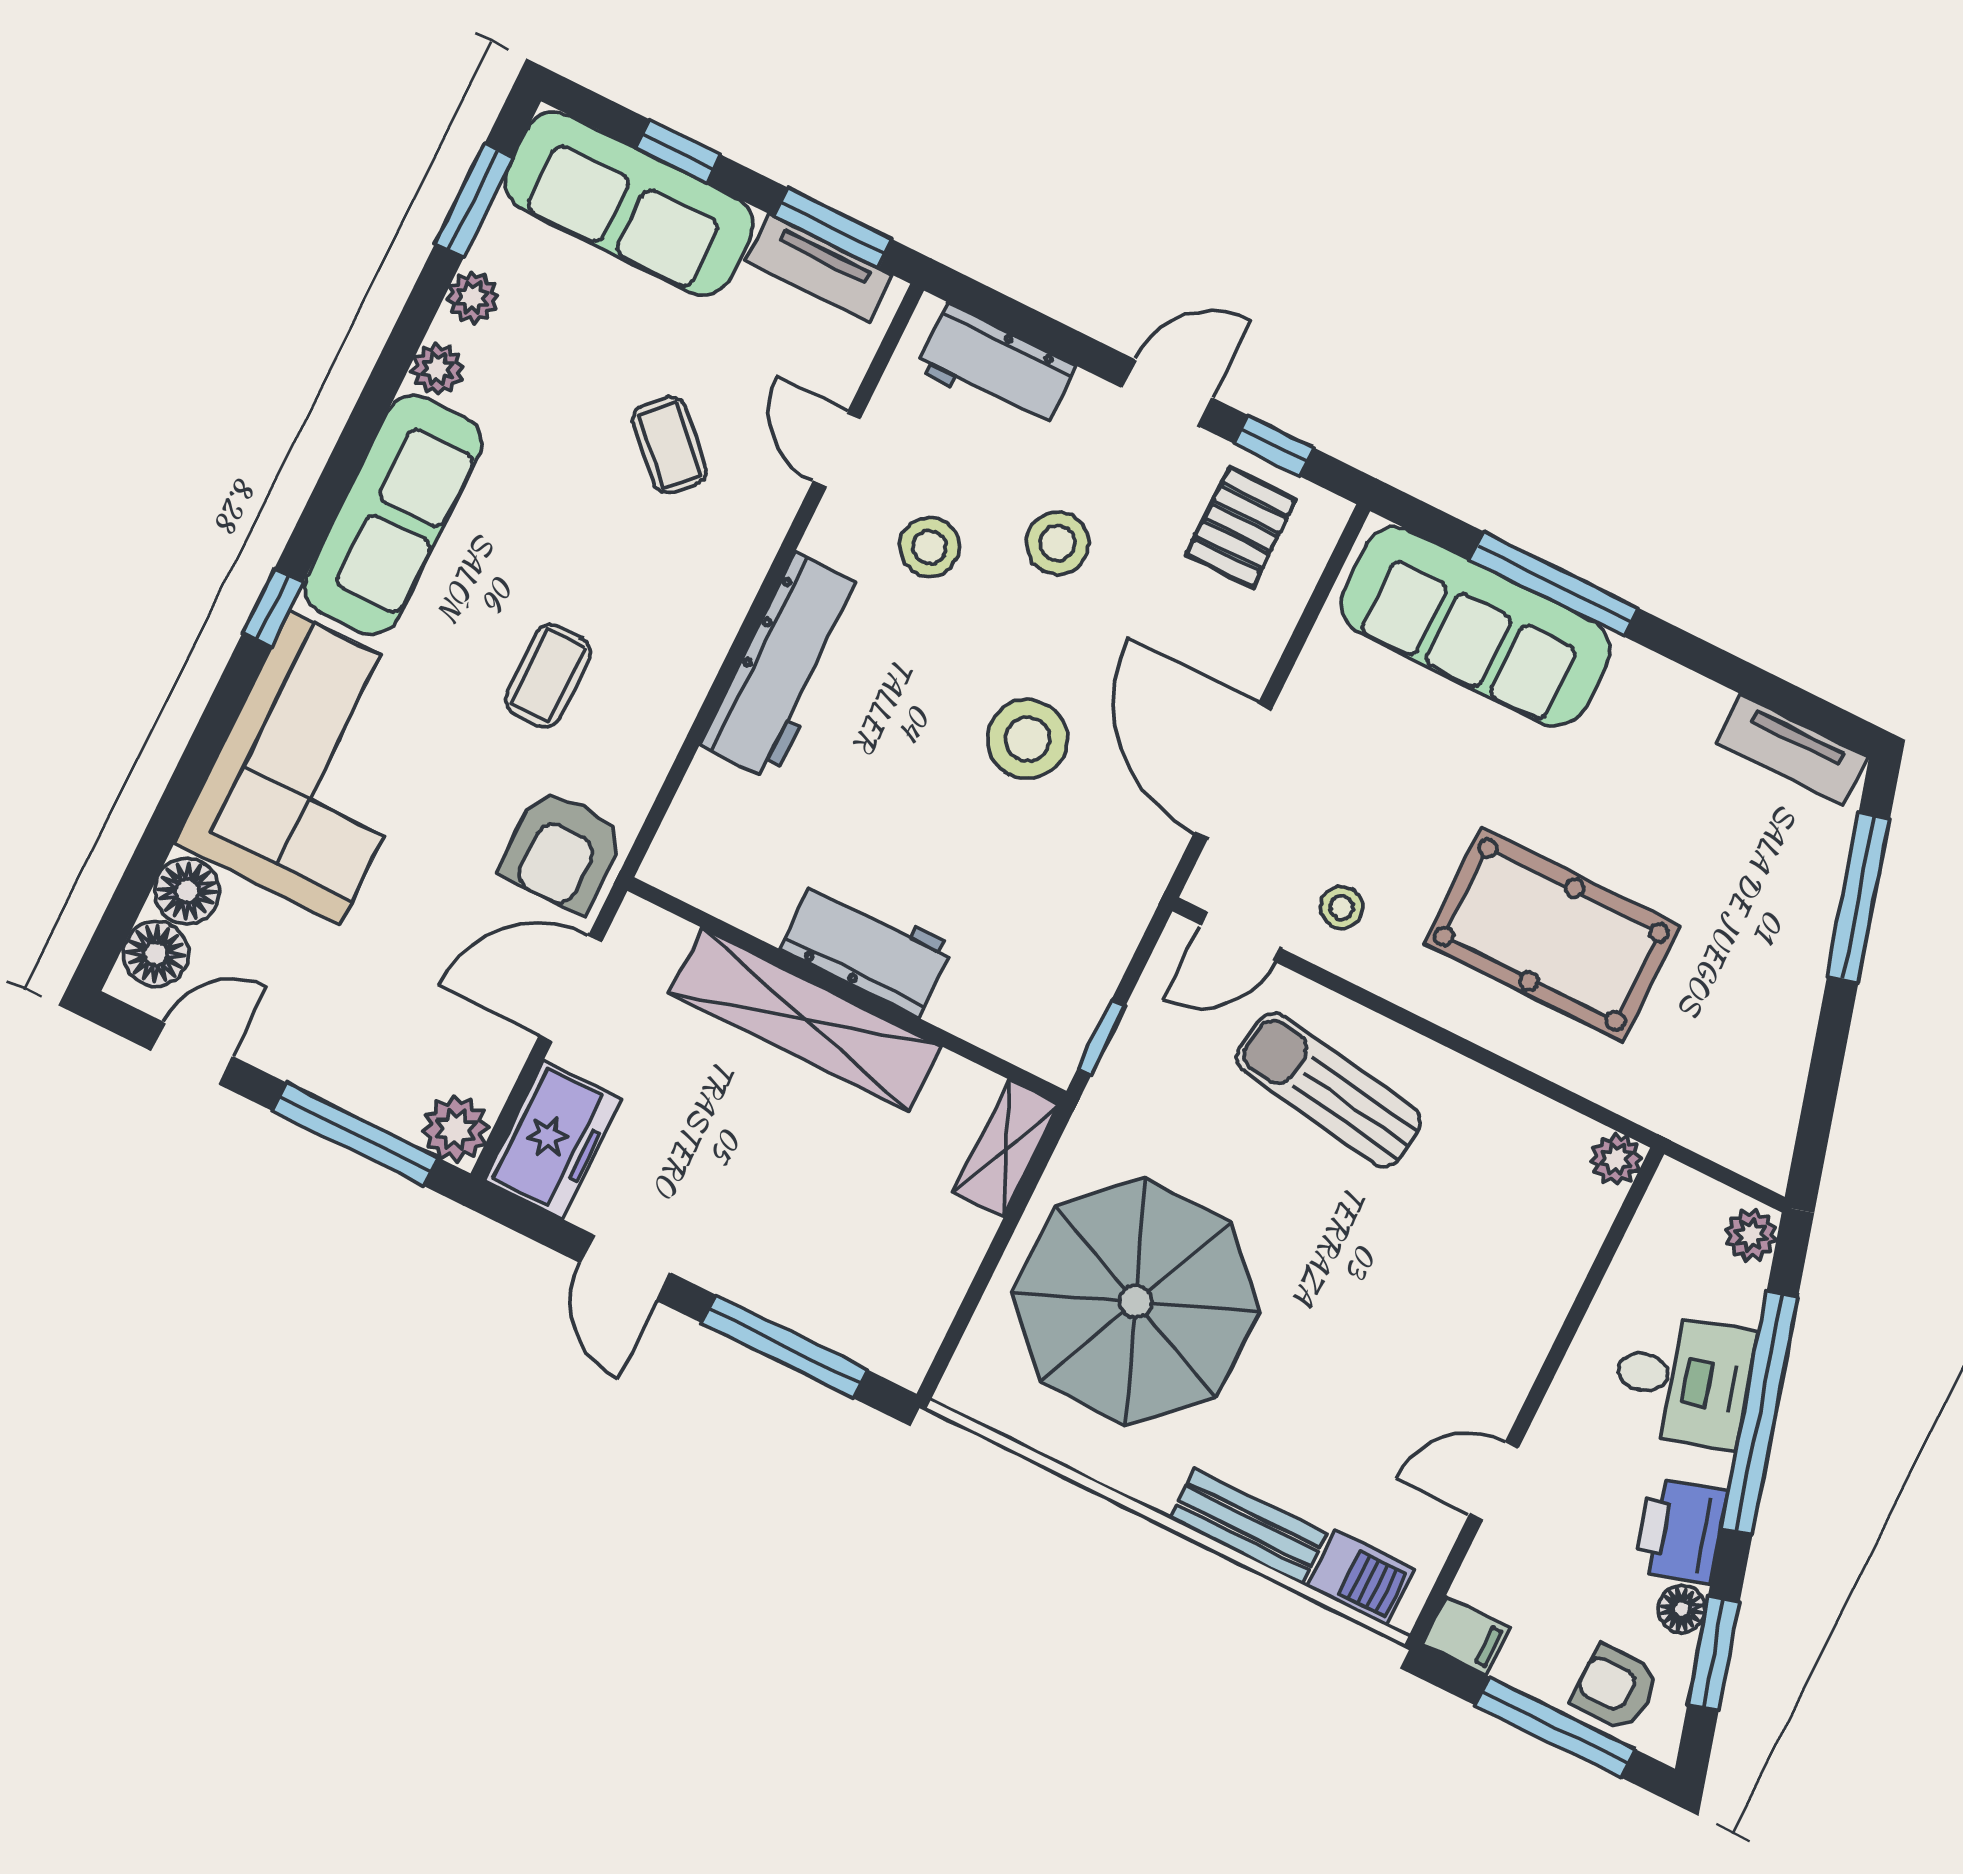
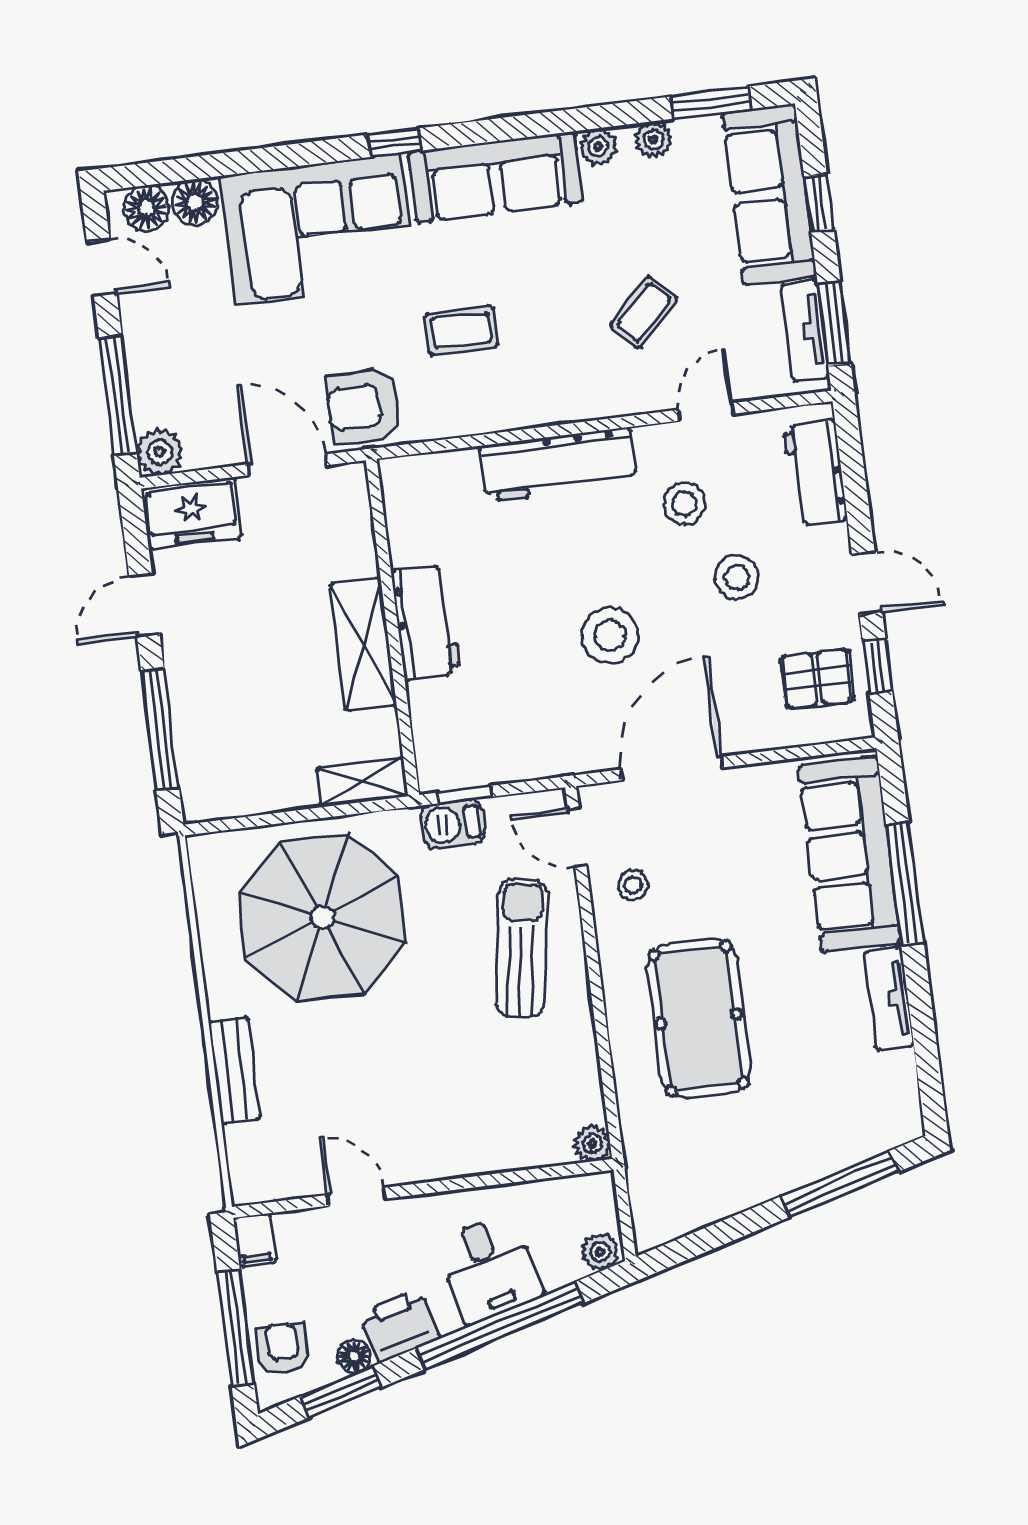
tv unit: (1792, 750) -> (889, 999), moved
shelving: (805, 1020) -> (363, 644), width x0.68
barbecue: (1360, 1578) -> (453, 824), moved, turned 90

